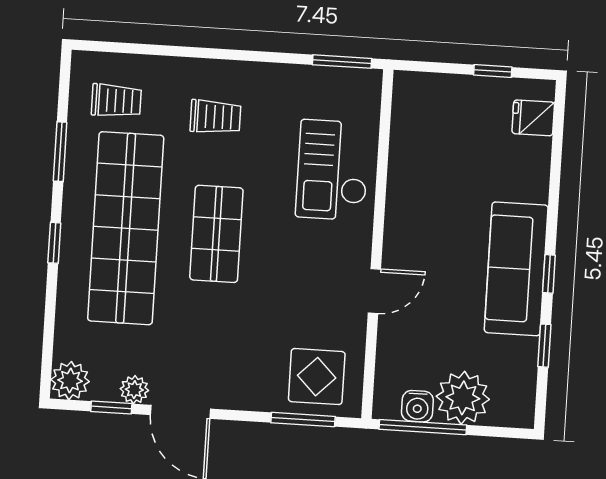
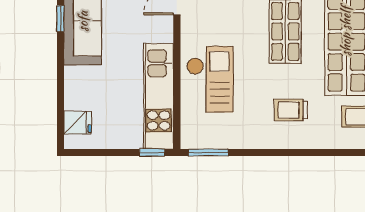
window: (493, 71) -> (152, 152), moved
kitchen unit: (411, 150) -> (159, 96), added

